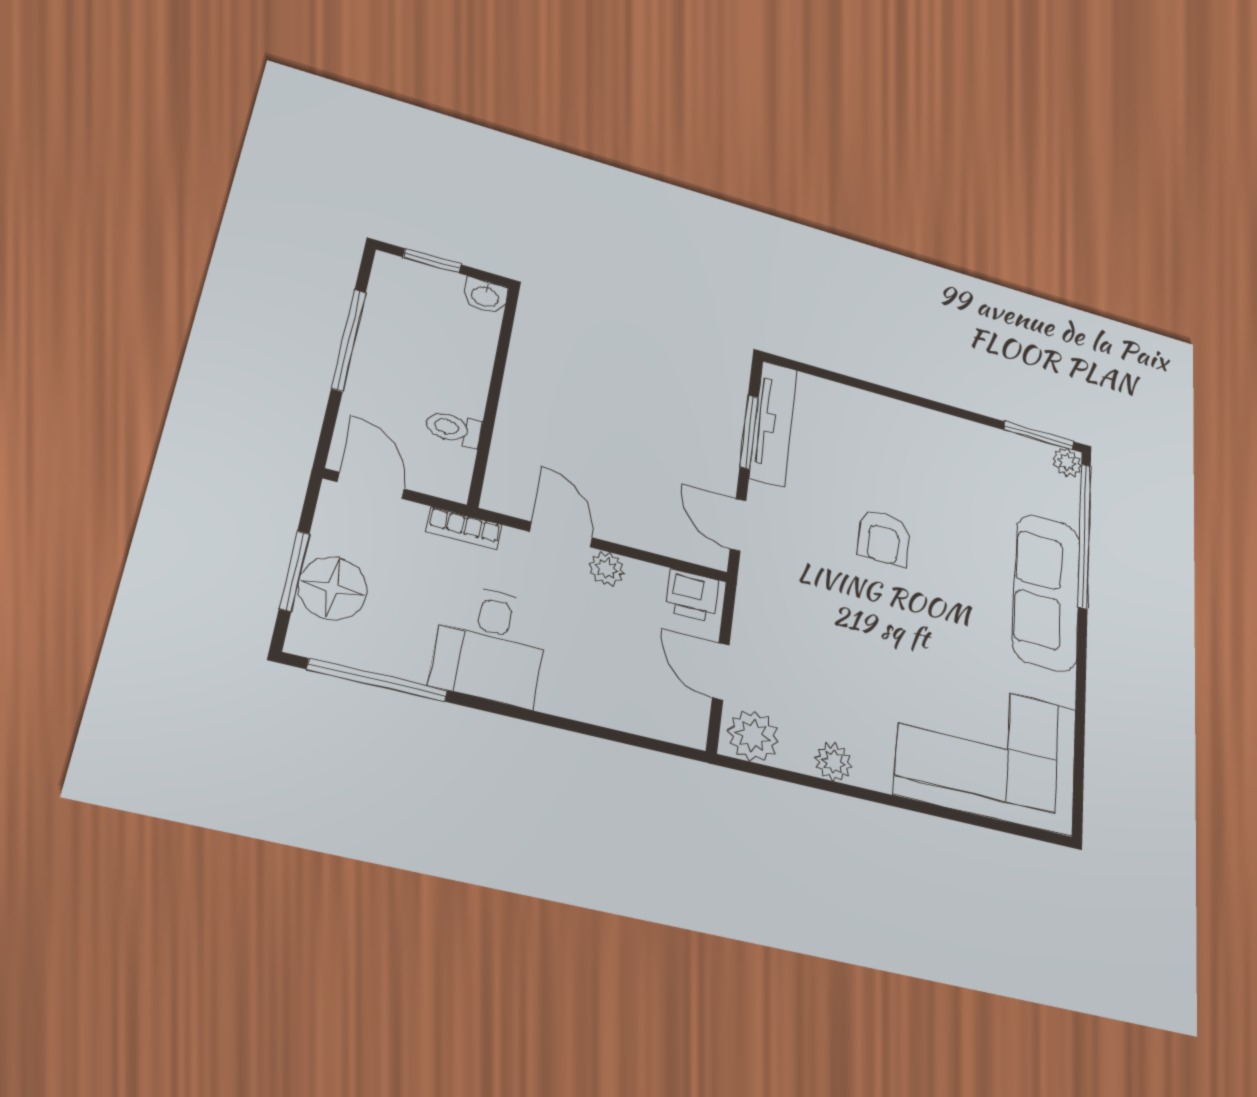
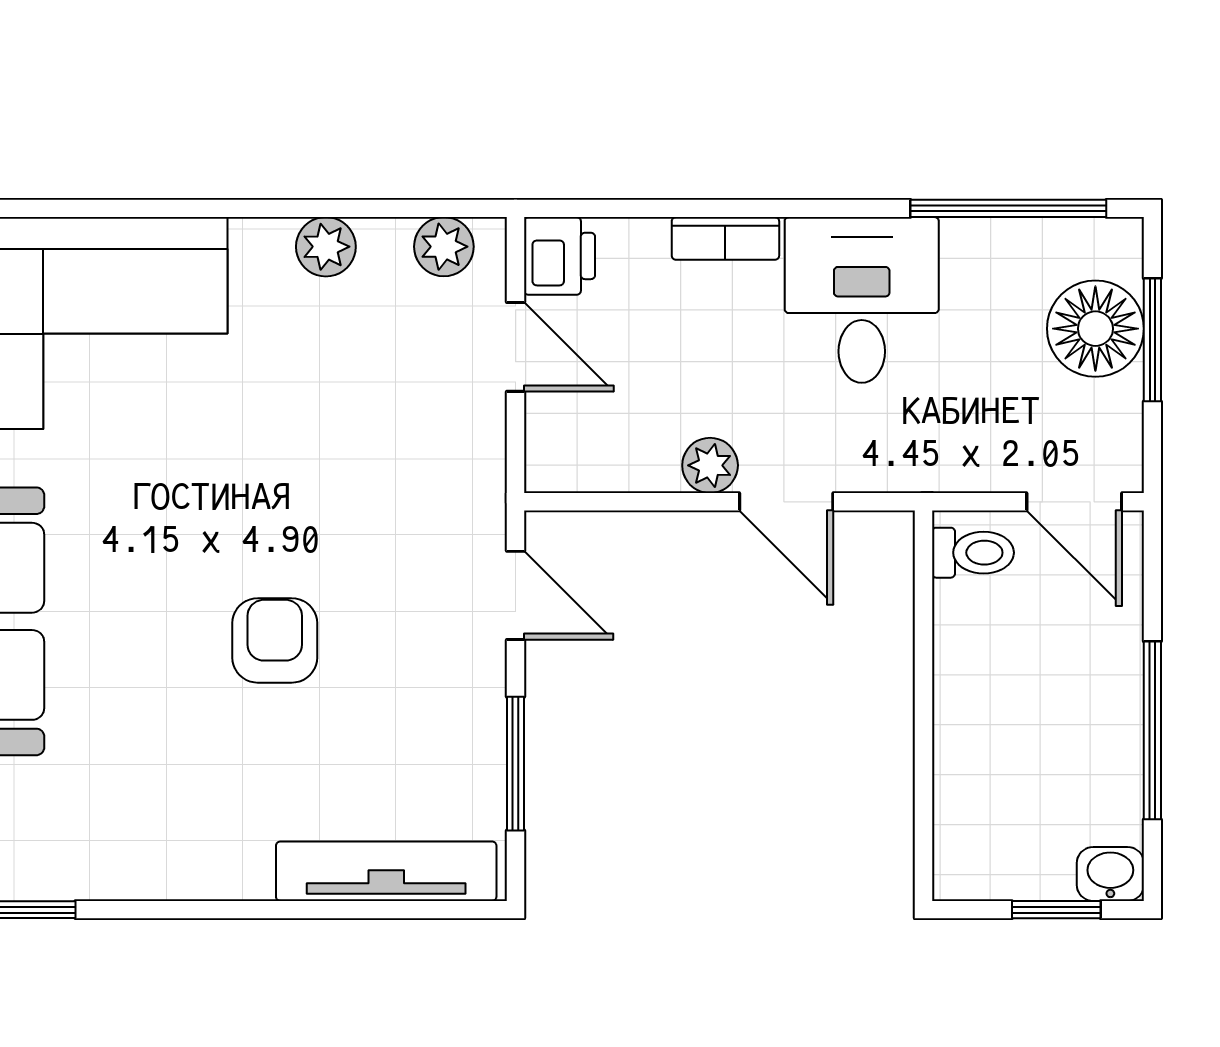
washbasin: (485, 296) -> (1110, 874), moved
tv unit: (773, 423) -> (386, 871), moved, turned 90
toilet: (454, 428) -> (973, 553), moved
bookcase: (464, 528) -> (725, 238), moved, turned 180
printer: (692, 595) -> (560, 256), moved, turned 90
plant: (753, 736) -> (444, 247), width x0.73, depth x0.73

